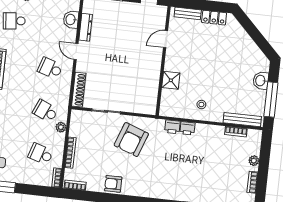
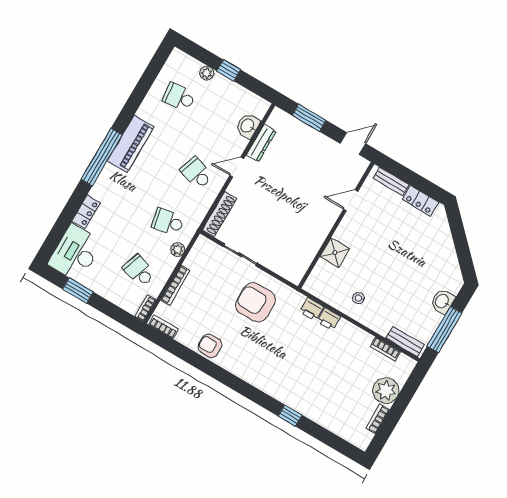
door: (76, 52) -> (237, 167), hinge flipped
school desk: (45, 111) -> (168, 222), turned -36
bench: (242, 120) -> (405, 342), width x0.73
armchair: (131, 140) -> (255, 302), turned 70
plant: (254, 161) -> (386, 391), width x1.88, depth x1.88

